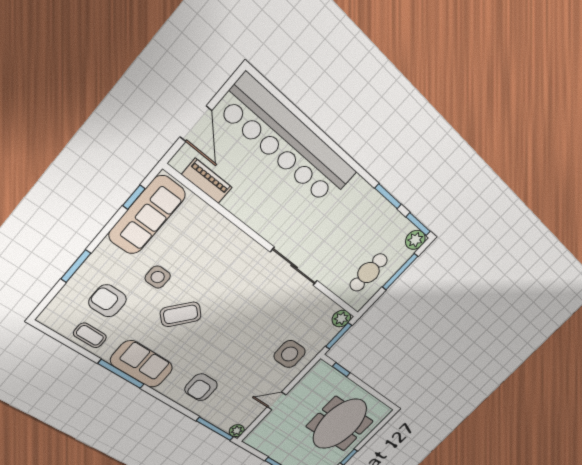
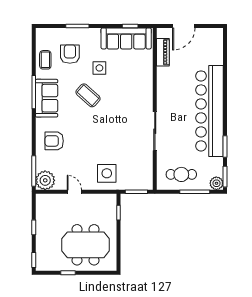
bar counter: (288, 142) -> (209, 111), moved
plant: (341, 319) -> (147, 184), removed
plant: (237, 431) -> (45, 180), width x1.88, depth x1.88

